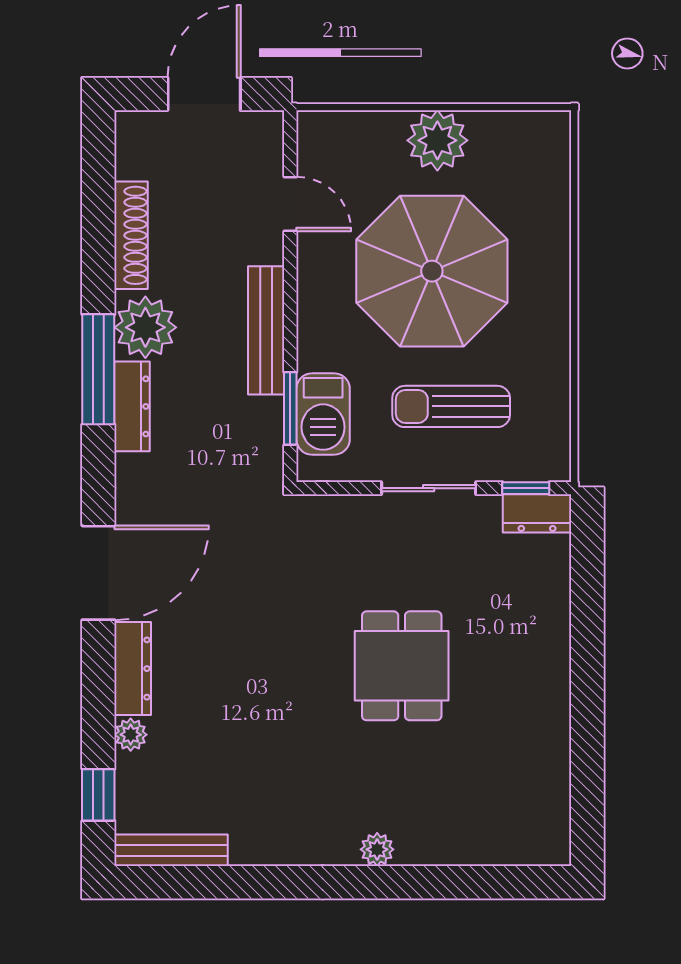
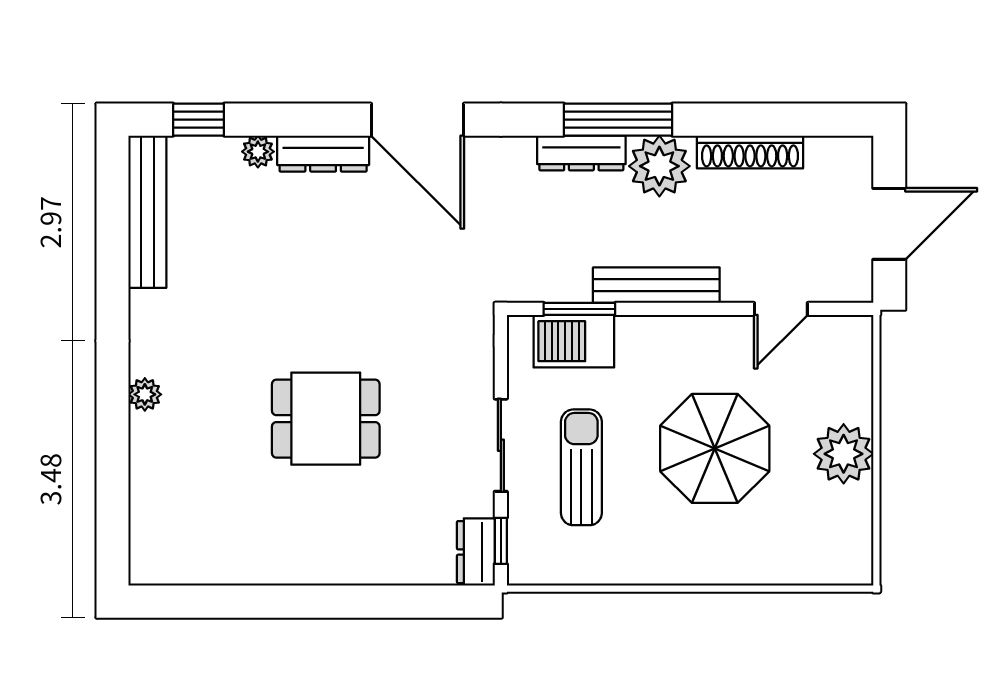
door: (204, 94) -> (889, 224), hinge flipped
parasol: (432, 271) -> (715, 448), width x0.73, depth x0.73
bench: (171, 850) -> (147, 212), width x1.37, depth x1.21

